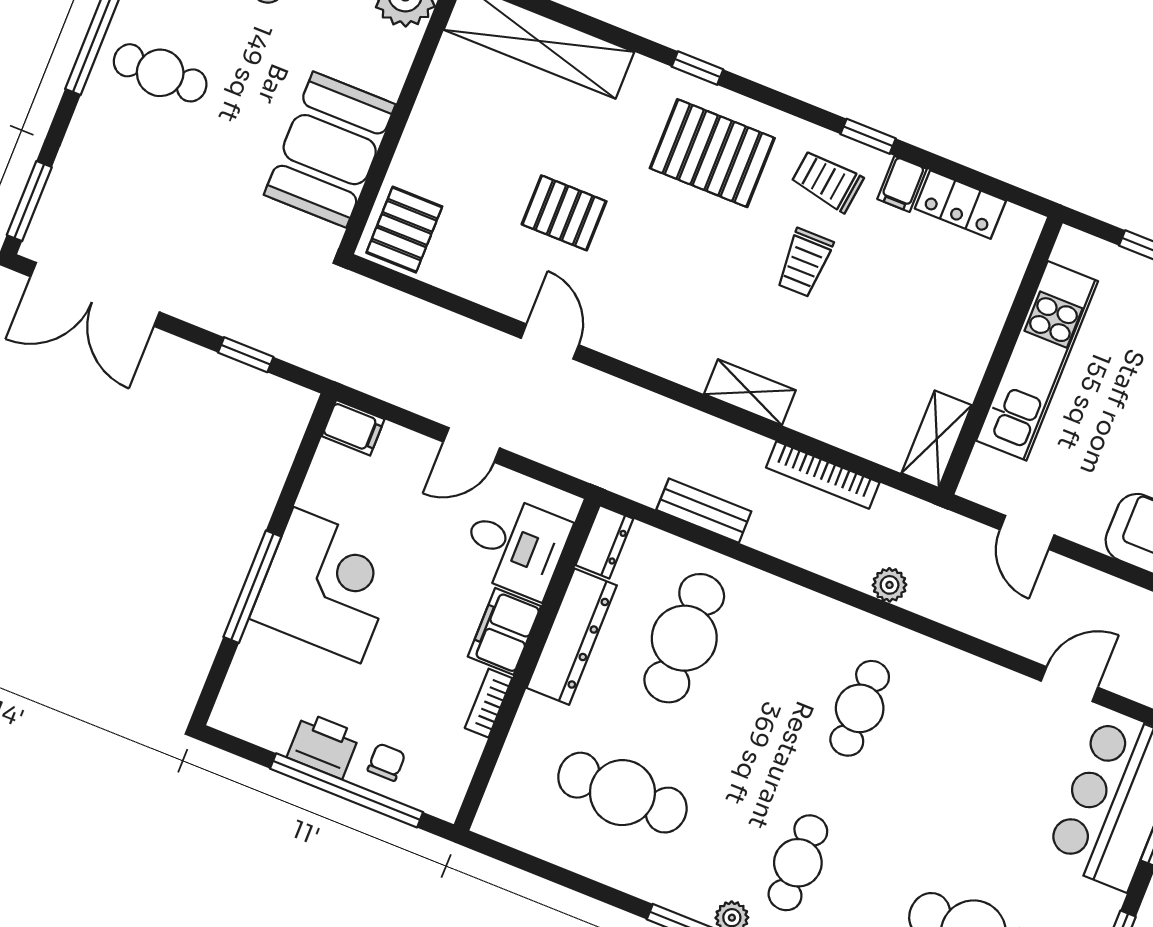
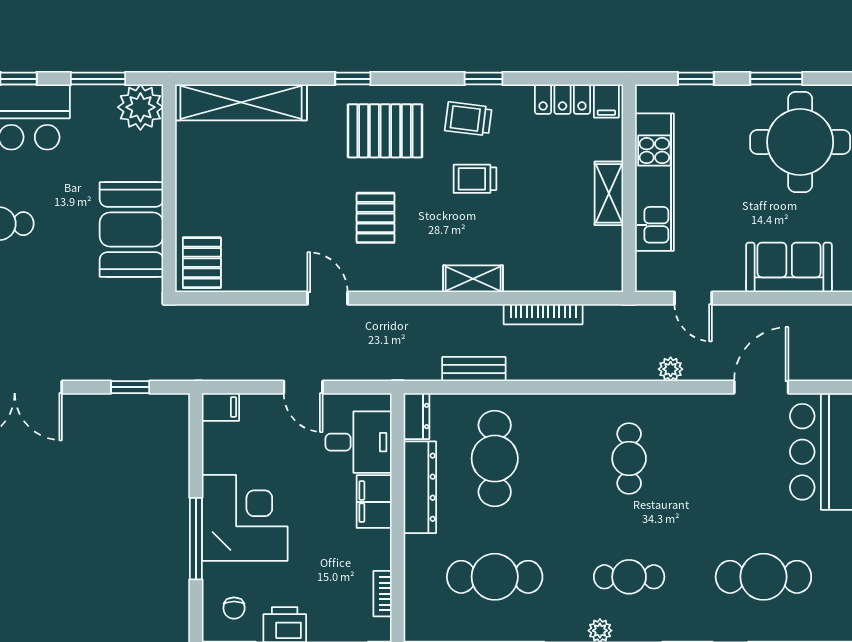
filing cabinet: (902, 184) -> (606, 101), moved
pallet: (564, 213) -> (376, 218), moved, turned 90
trolley: (805, 263) -> (475, 179), turned 90
shelving: (937, 439) -> (609, 193), moved
door: (472, 445) -> (303, 387), hinge flipped
plant: (890, 585) -> (671, 369), moved
door: (1069, 684) -> (761, 387), width x1.38
bookcase: (489, 703) -> (383, 594), moved
chair: (386, 762) -> (234, 608), moved, turned 180
cafe table: (798, 863) -> (629, 577), turned 90

